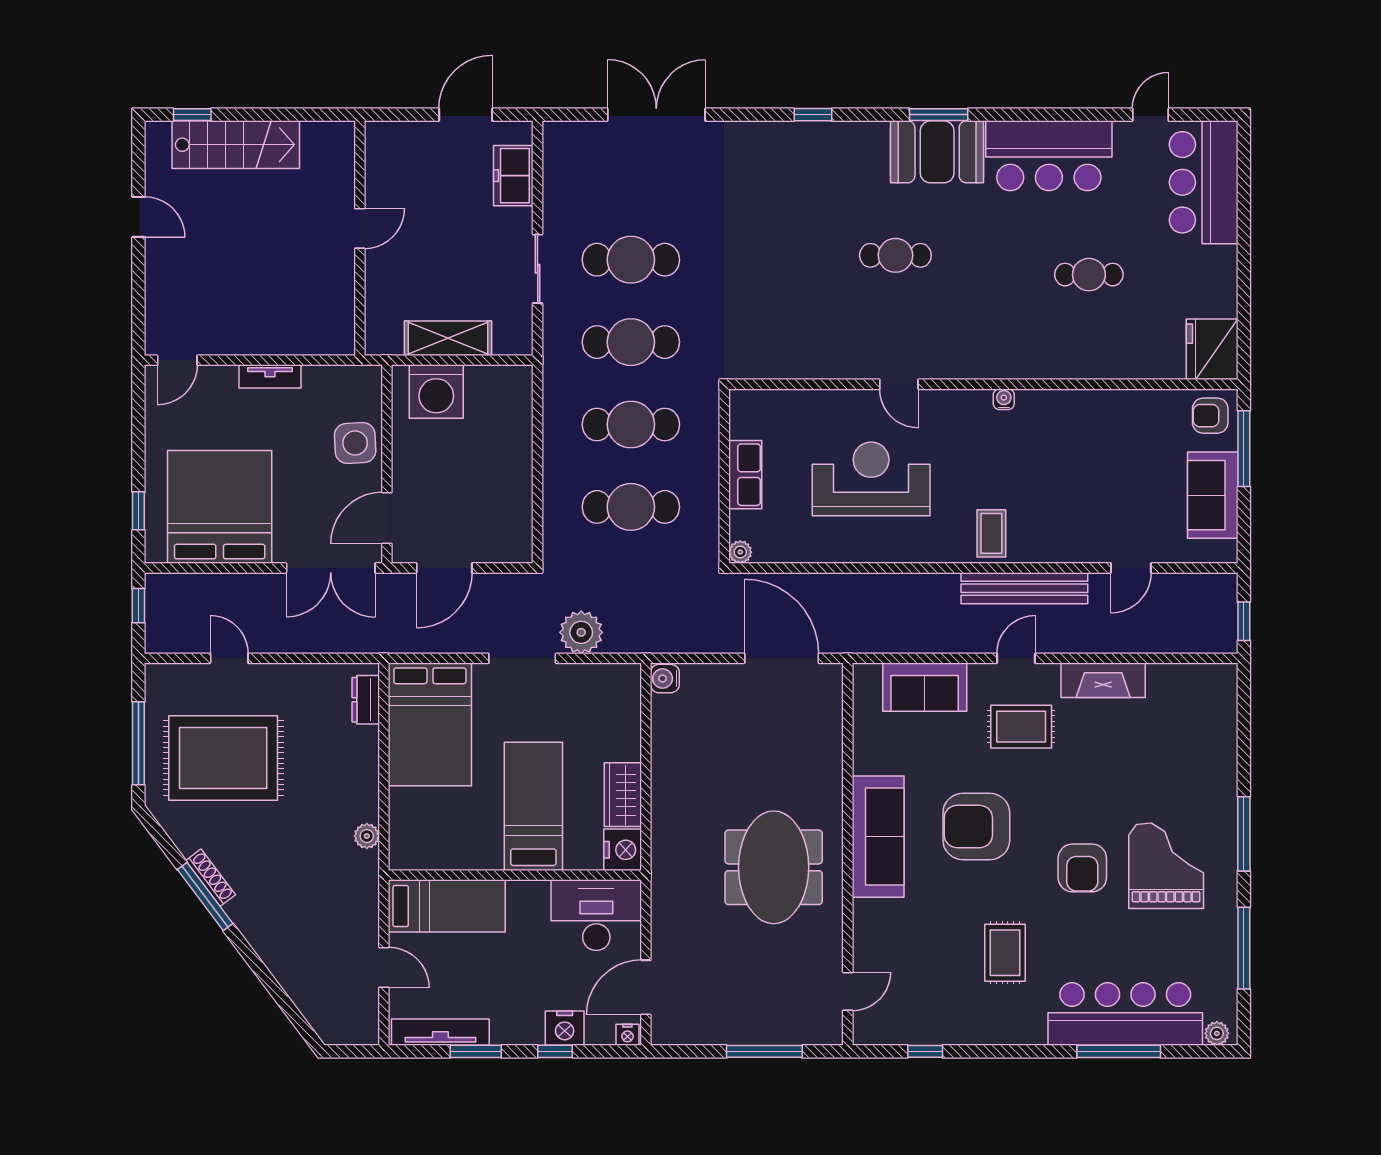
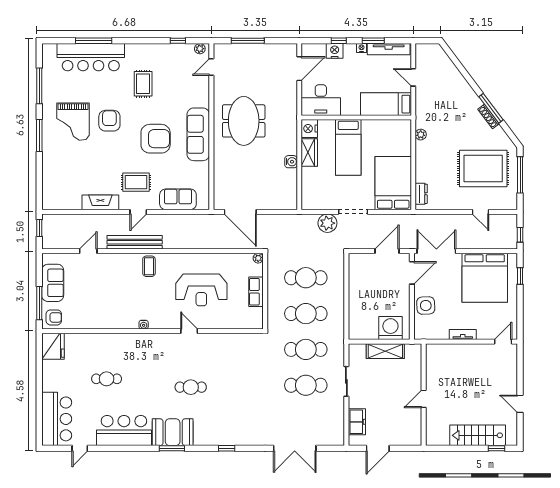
water cooler: (665, 679) -> (291, 162), moved
plant: (1217, 1033) -> (200, 49), moved
nightstand: (627, 1035) -> (361, 48), moved

